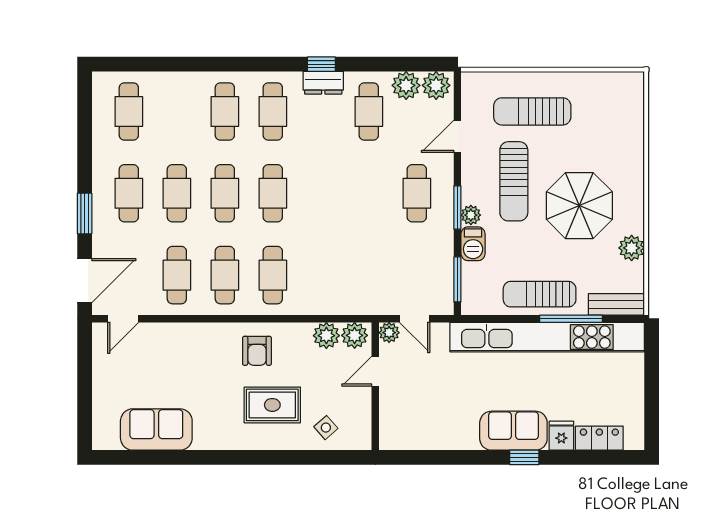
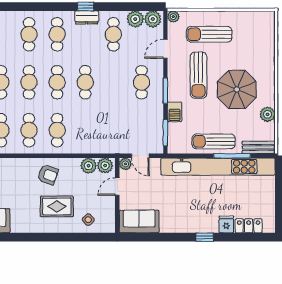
cafe table: (321, 193) -> (85, 82), added
plant: (471, 215) -> (173, 17), moved
armchair: (257, 351) -> (48, 175), turned -70
sofa: (513, 431) -> (139, 221), moved

